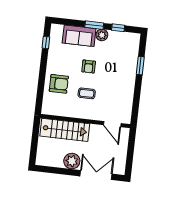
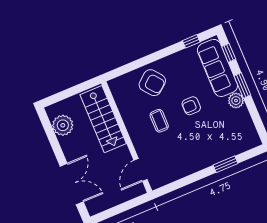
window: (118, 28) -> (229, 53), moved
sofa: (79, 36) -> (217, 68), width x1.36
armchair: (59, 84) -> (152, 83), turned -39
plant: (72, 161) -> (63, 125), moved

